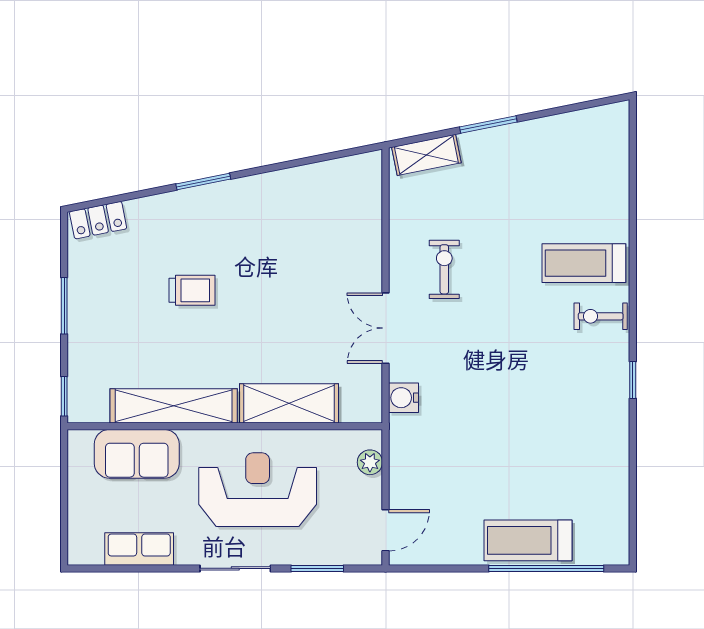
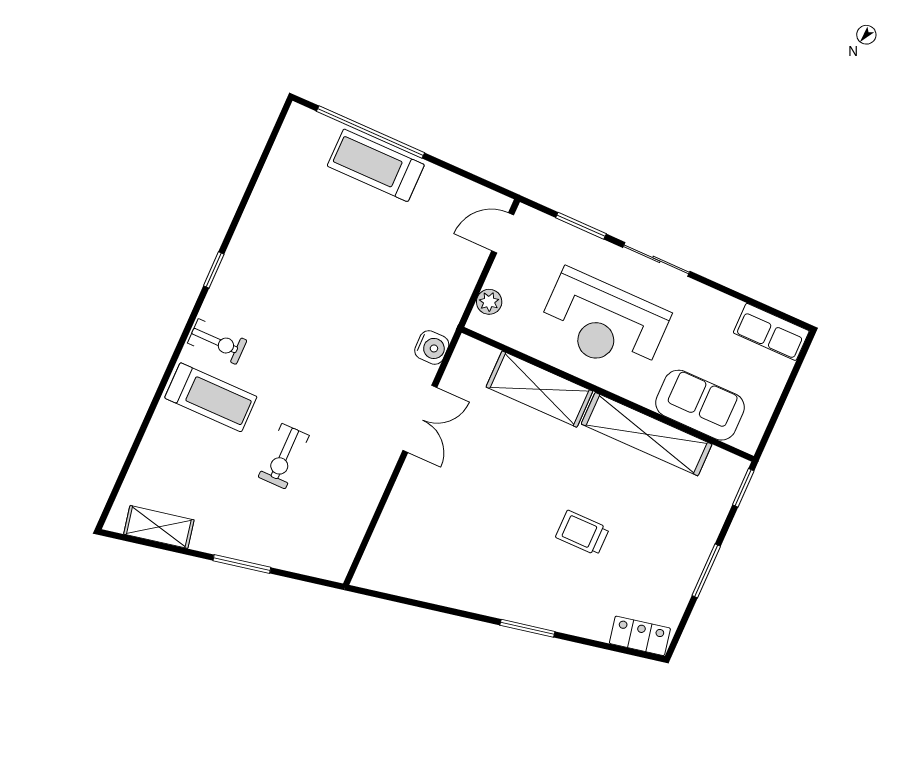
shelving: (426, 155) -> (159, 527), moved
exercise bike: (444, 269) -> (284, 456), moved
treadmill: (528, 540) -> (376, 165), turned 180
row of seats: (139, 549) -> (771, 332), moved

